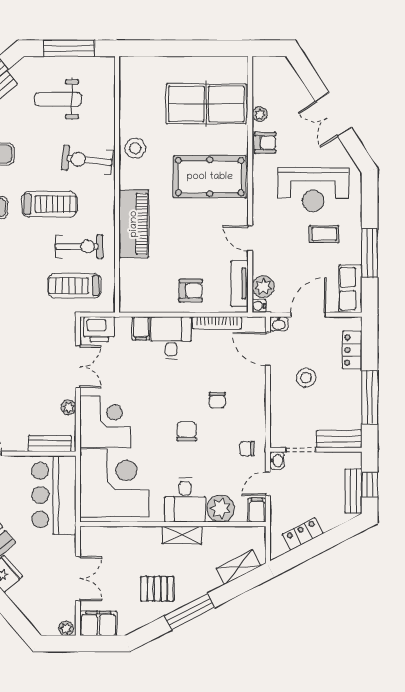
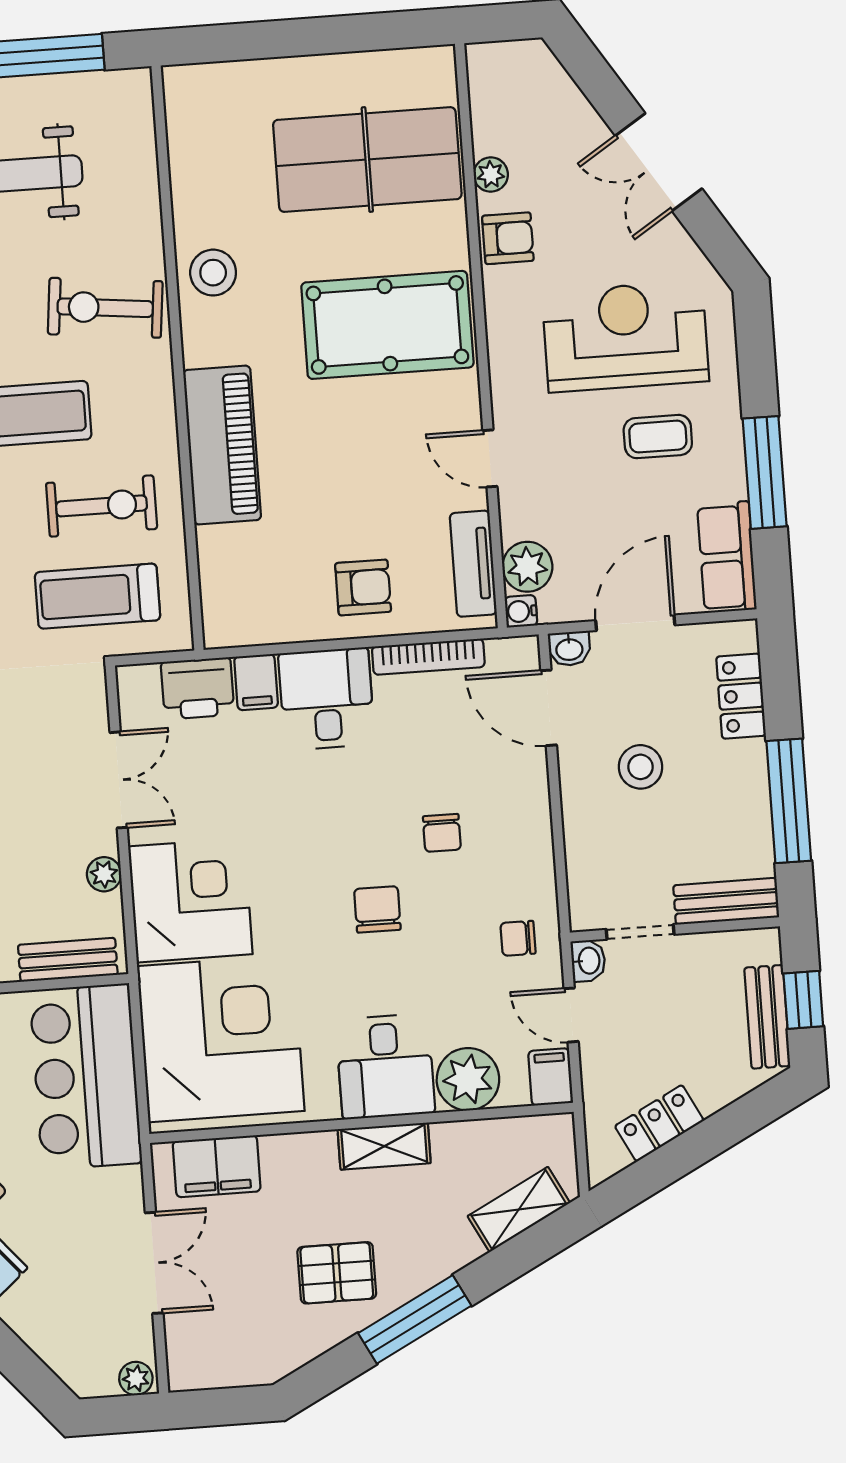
reception desk: (313, 189) -> (625, 337), turned 180
printer: (99, 329) -> (198, 688), moved
door: (268, 484) -> (571, 1015), hinge flipped
filing cabinet: (98, 623) -> (217, 1166), moved, turned 180

